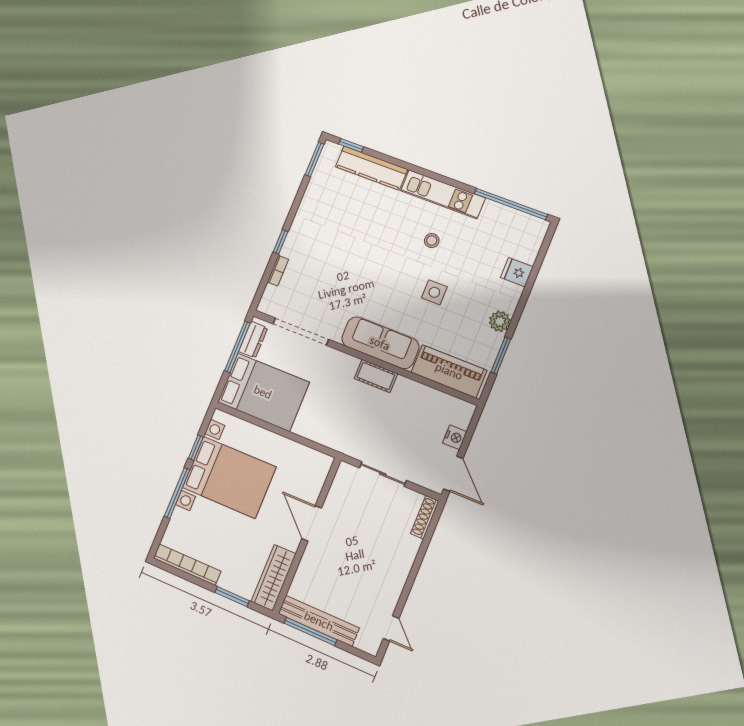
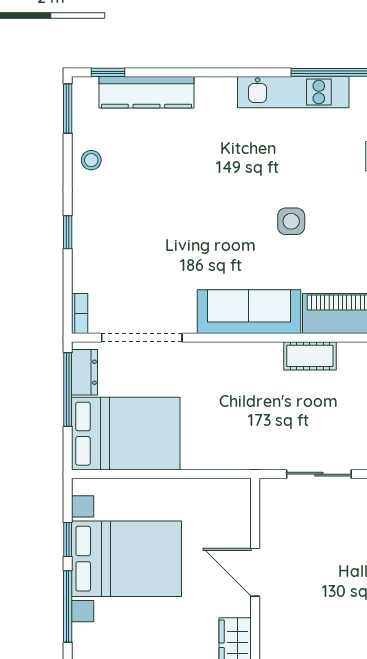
kitchen unit: (443, 194) -> (293, 92), moved
stool: (432, 241) -> (91, 160), moved
bookcase: (278, 271) -> (80, 313), moved
cot: (376, 376) -> (310, 356), moved

